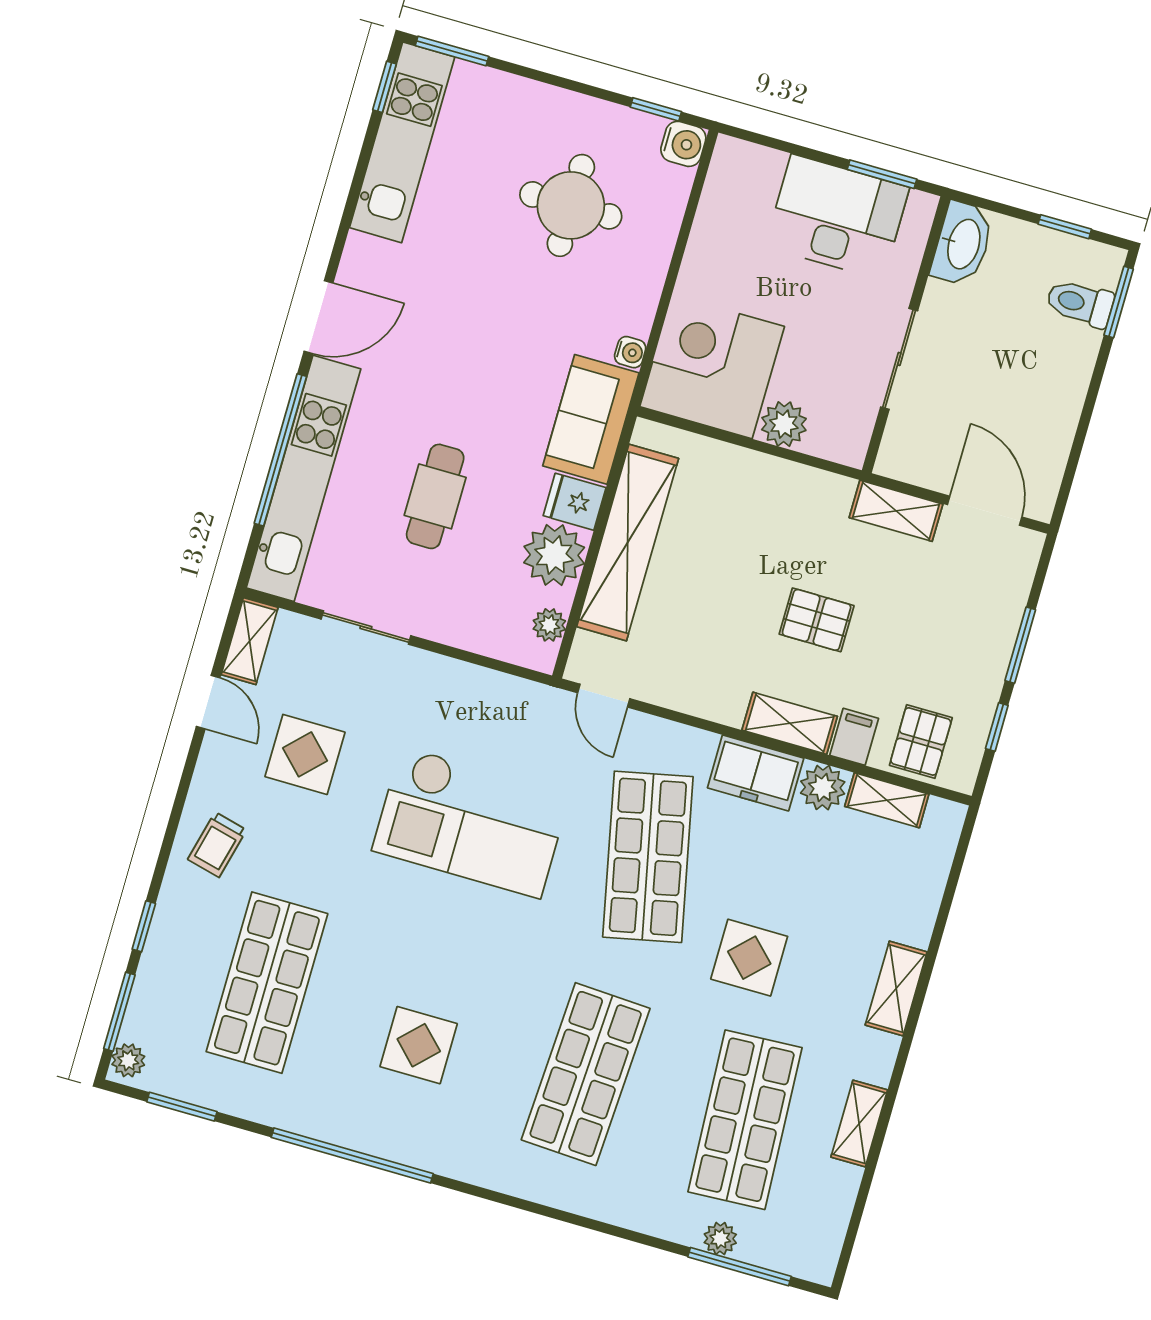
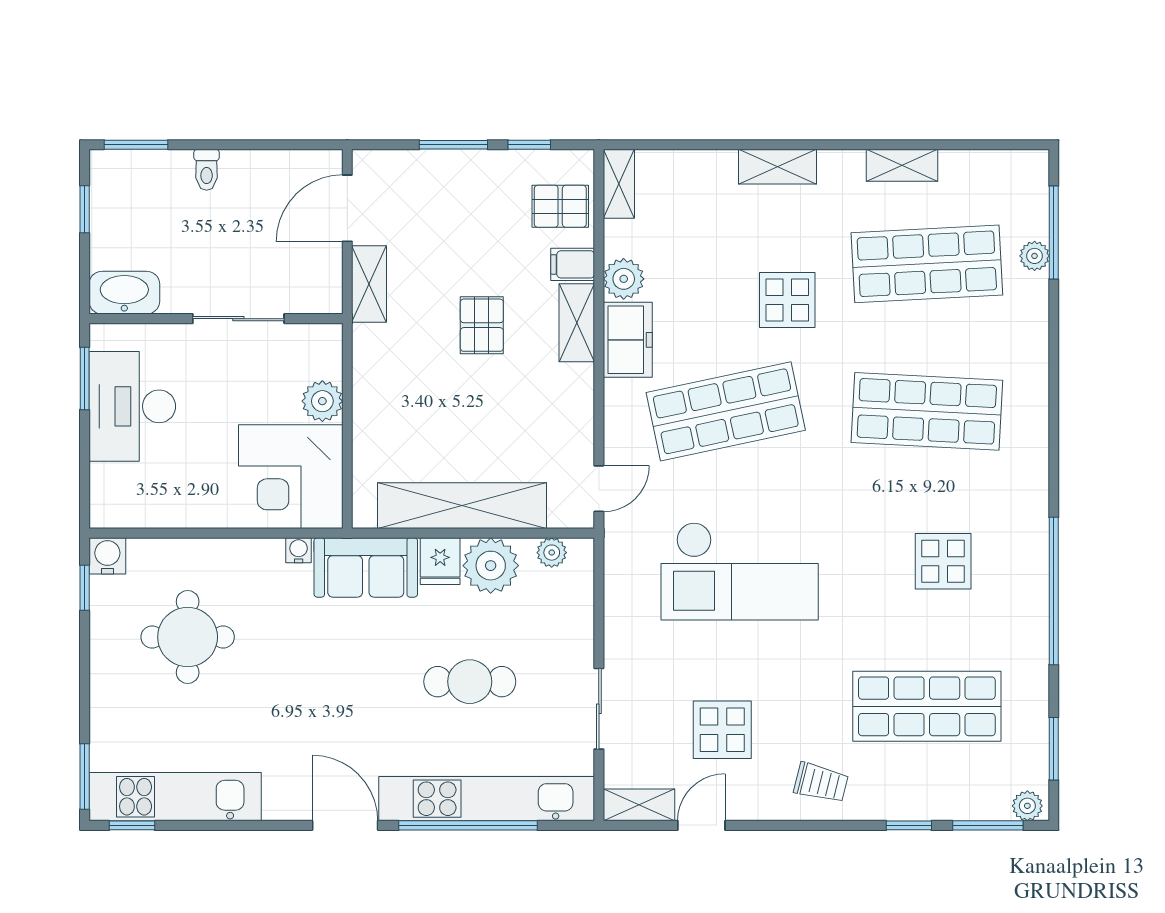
toilet: (1080, 303) -> (207, 170), moved, width x0.73, depth x0.72
shelving: (887, 800) -> (619, 184), moved
checkout: (471, 822) -> (740, 571), turned 90

